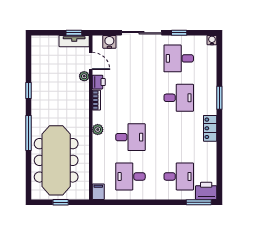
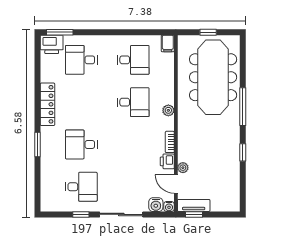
water cooler: (212, 40) -> (169, 206), moved
locker: (210, 128) -> (47, 104), width x1.53
desk: (130, 137) -> (133, 102), turned 180

